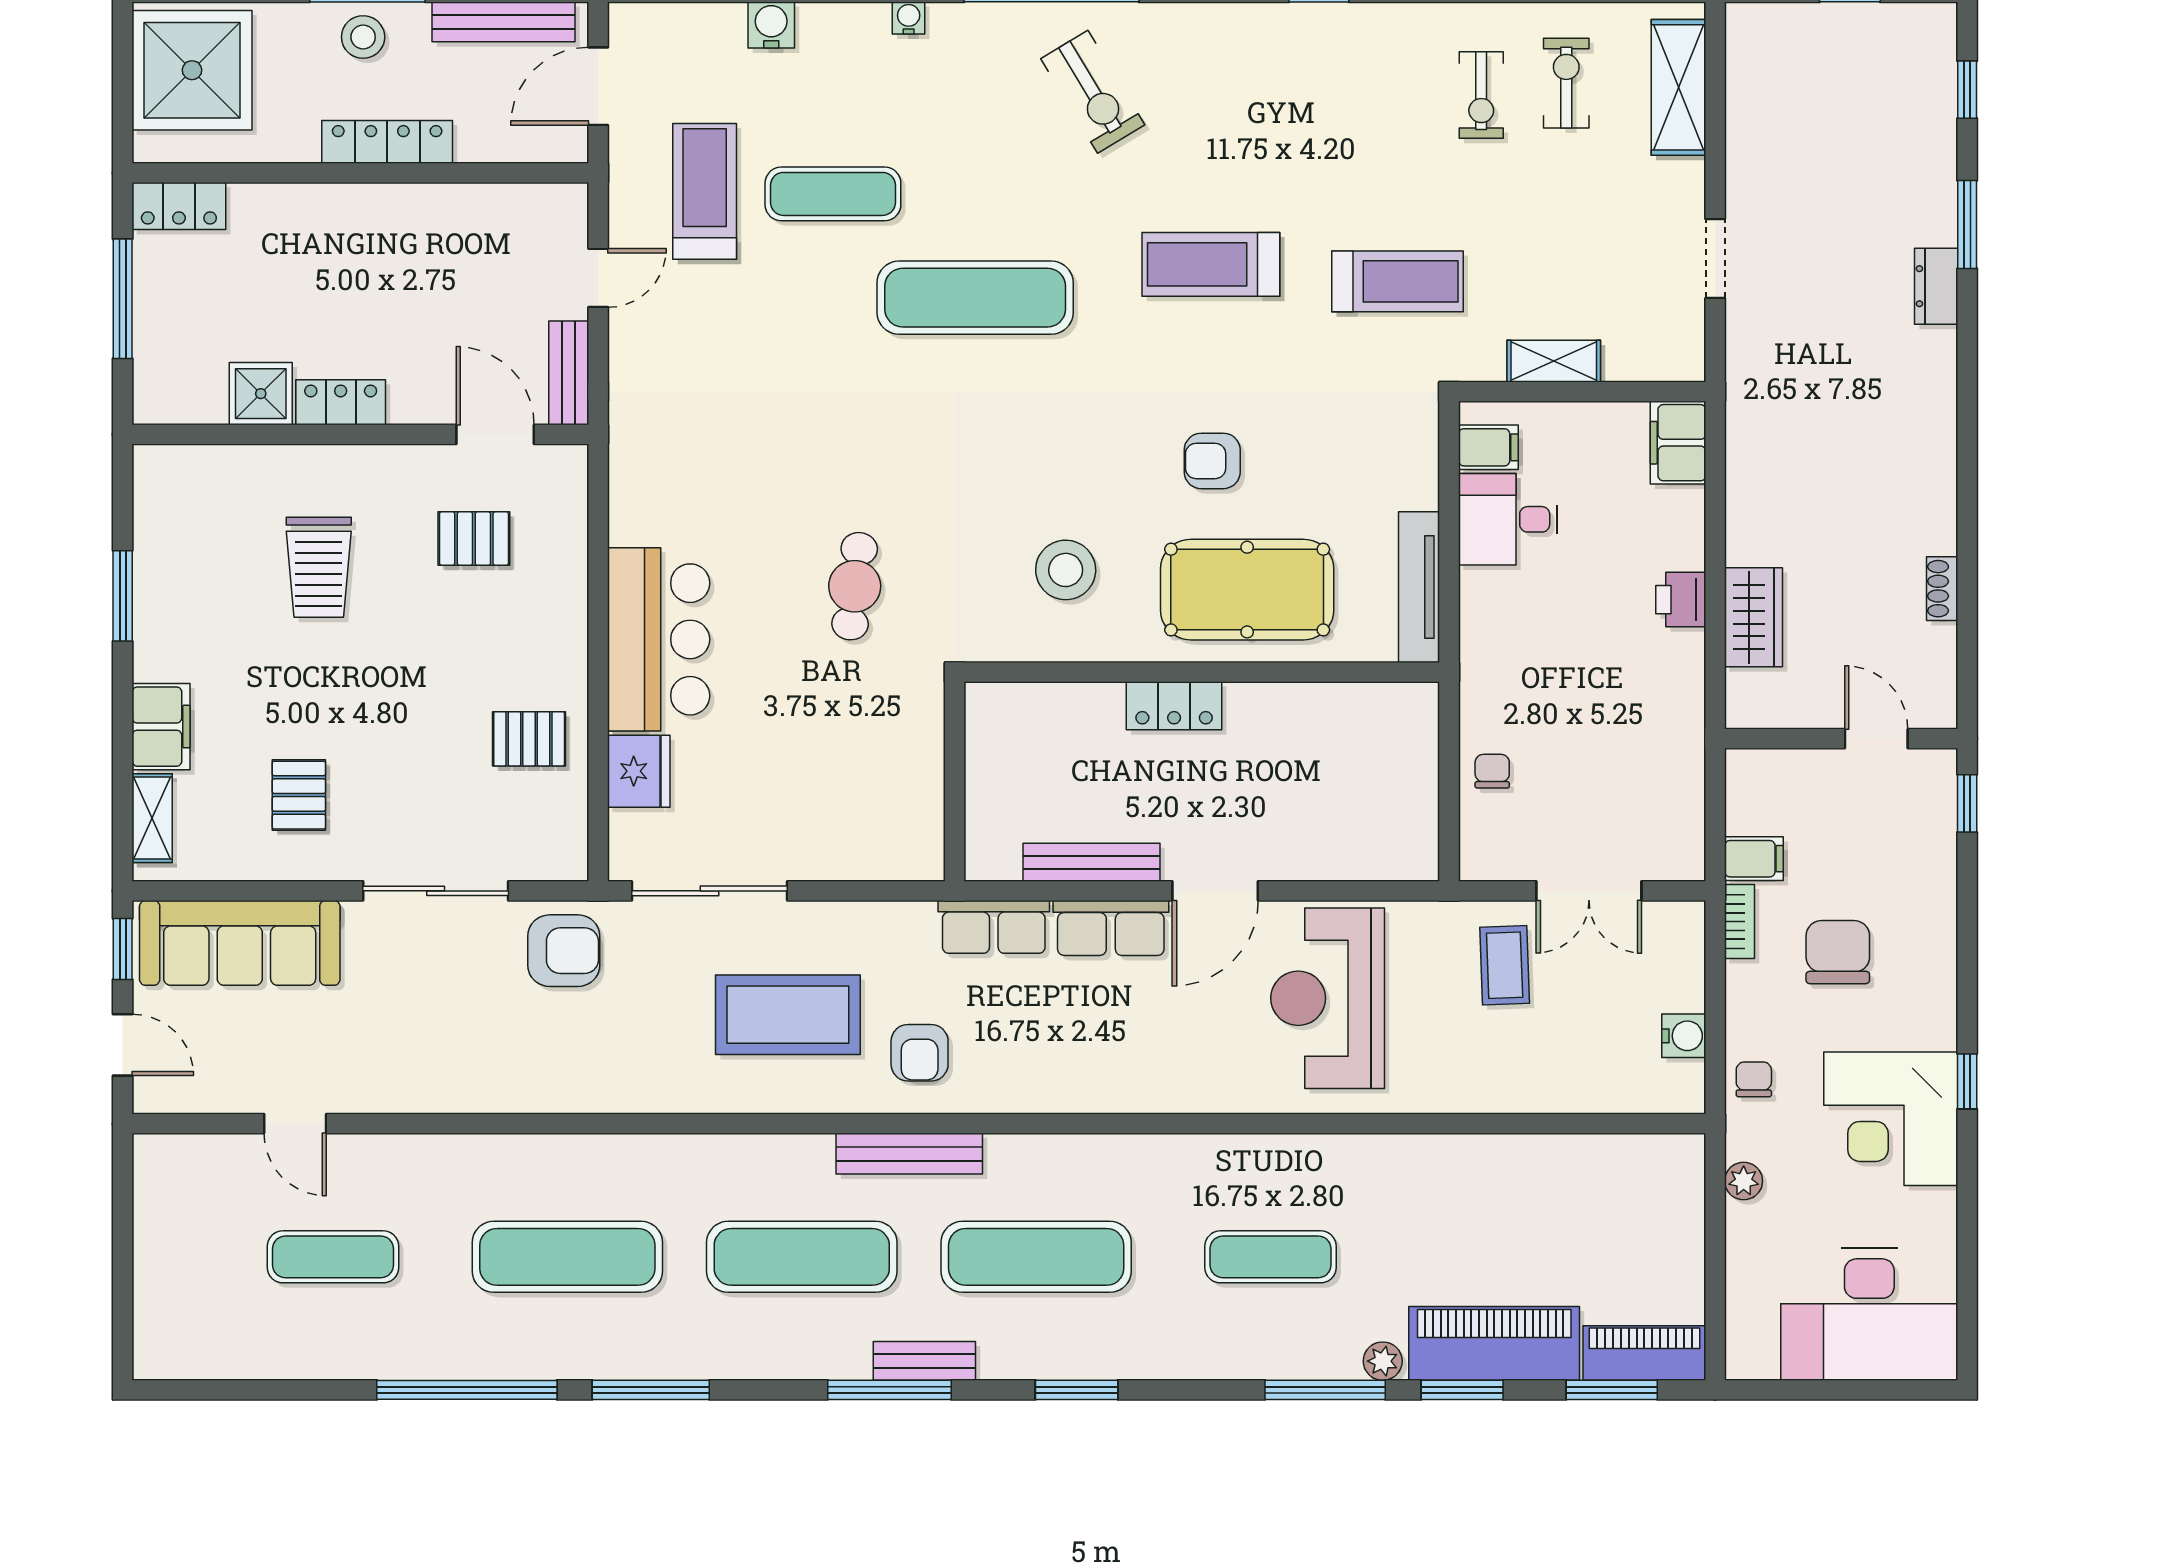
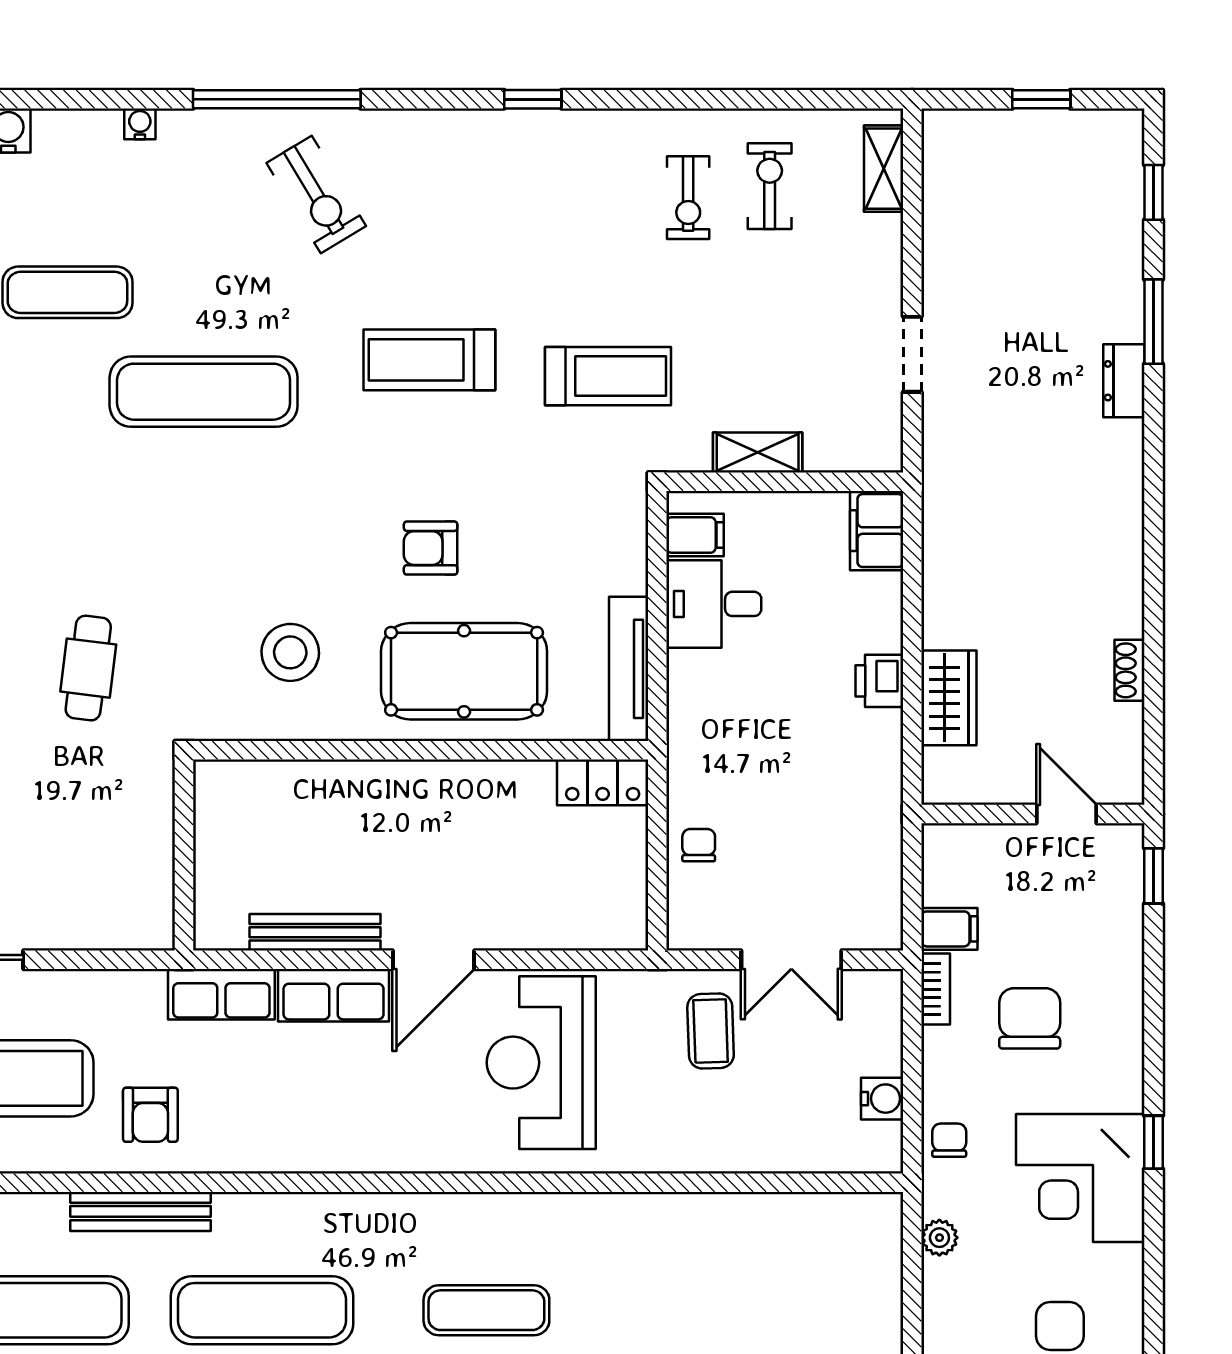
shelving: (1679, 87) -> (884, 169), width x0.67, depth x0.75
locker: (1174, 706) -> (603, 782), moved

